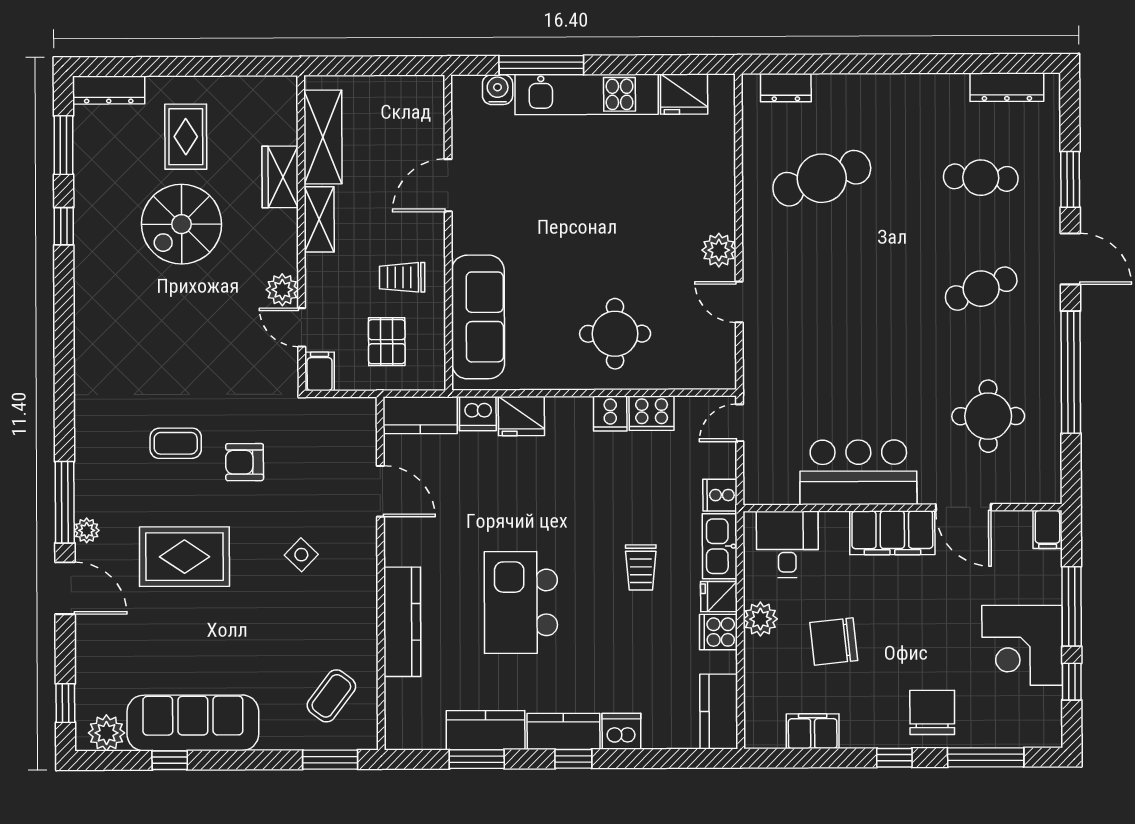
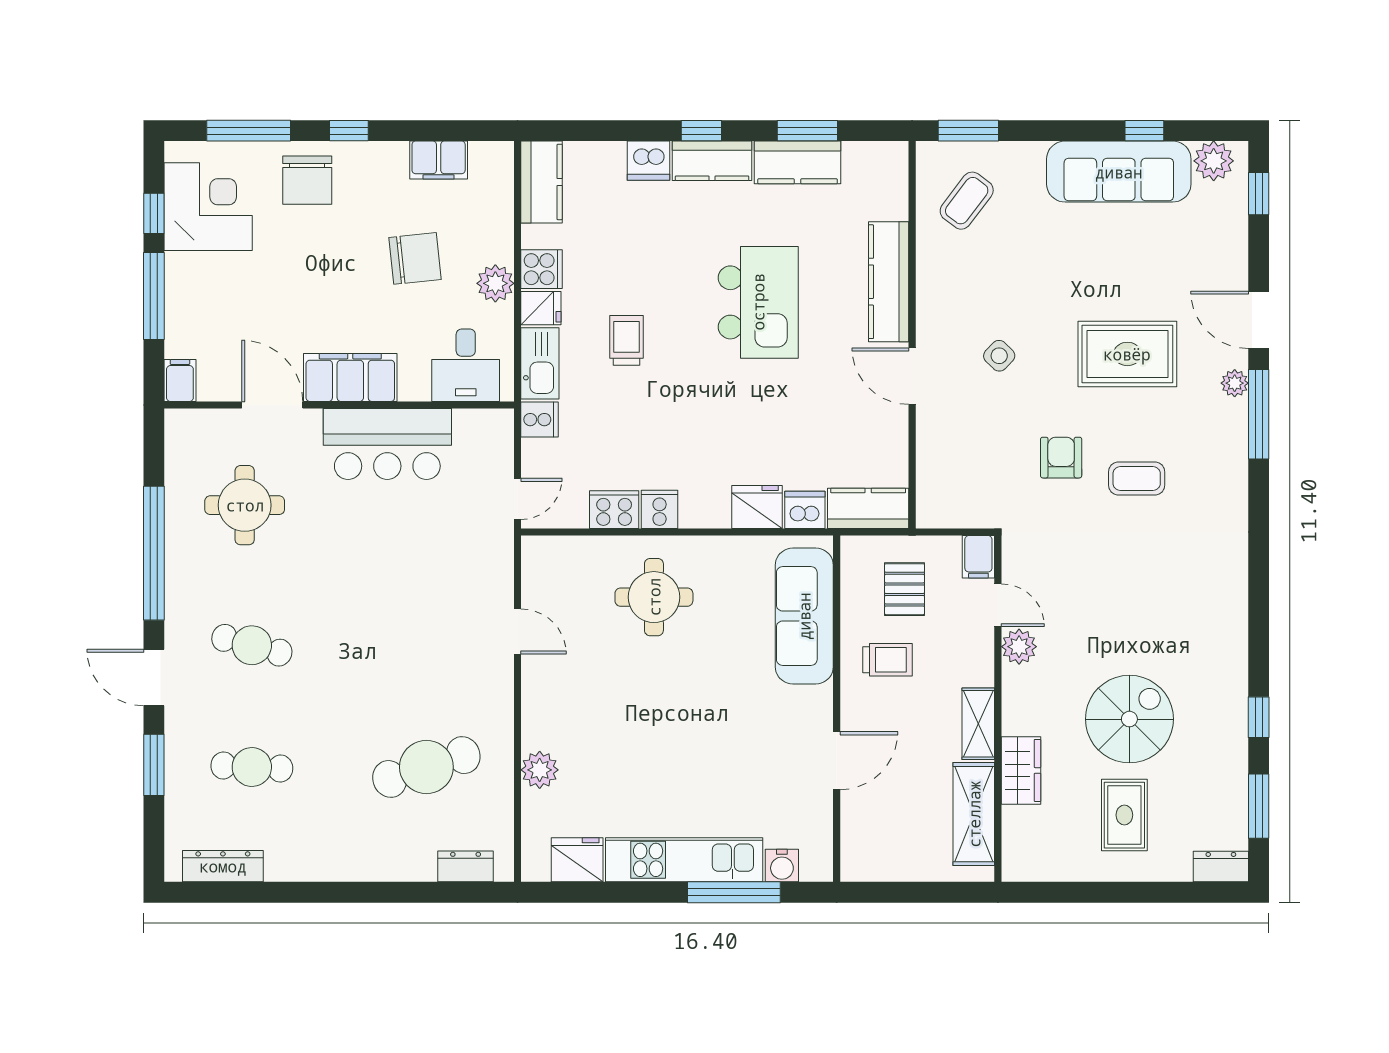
dresser: (109, 90) -> (1221, 867), width x0.70
plant: (719, 250) -> (540, 770), moved
cafe table: (981, 289) -> (252, 645), turned 36
armchair: (245, 462) -> (1061, 458), turned -90
door: (380, 491) -> (912, 376), moved
corner desk: (1022, 645) -> (208, 207), moved

